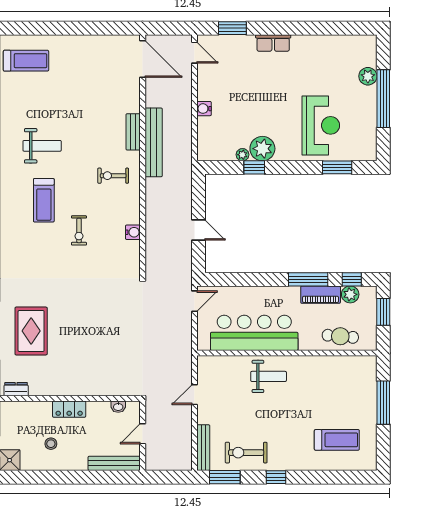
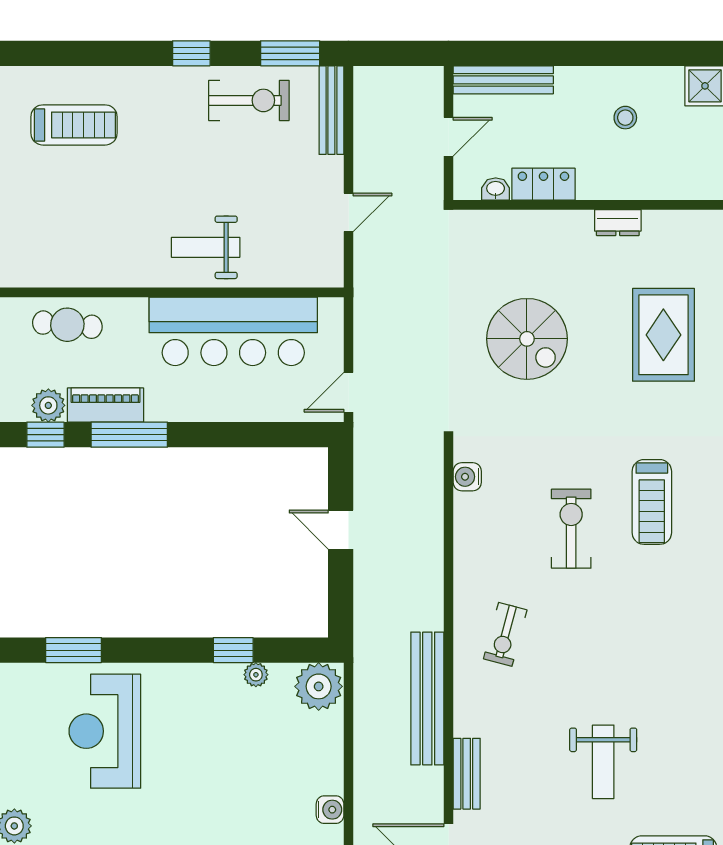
water cooler: (204, 109) -> (330, 810), moved
bench: (133, 132) -> (467, 774), moved
weight bench: (42, 146) -> (603, 762), moved, turned -90
plant: (262, 149) -> (319, 686), moved
exercise bike: (113, 176) -> (505, 634), turned 105
treadmill: (44, 200) -> (652, 502), moved, turned 180
exercise bike: (79, 230) -> (571, 529), width x1.38, depth x1.39
water cooler: (133, 232) -> (467, 477), moved
spiral stairs: (102, 329) -> (527, 339), added
dresser: (16, 389) -> (618, 223), moved
locker: (69, 409) -> (543, 184), moved
treadmill: (337, 440) -> (74, 125), turned 180

